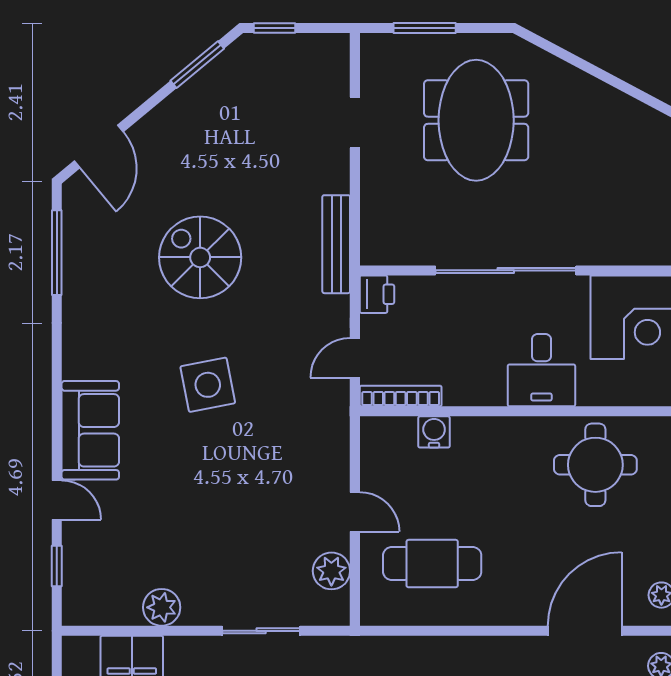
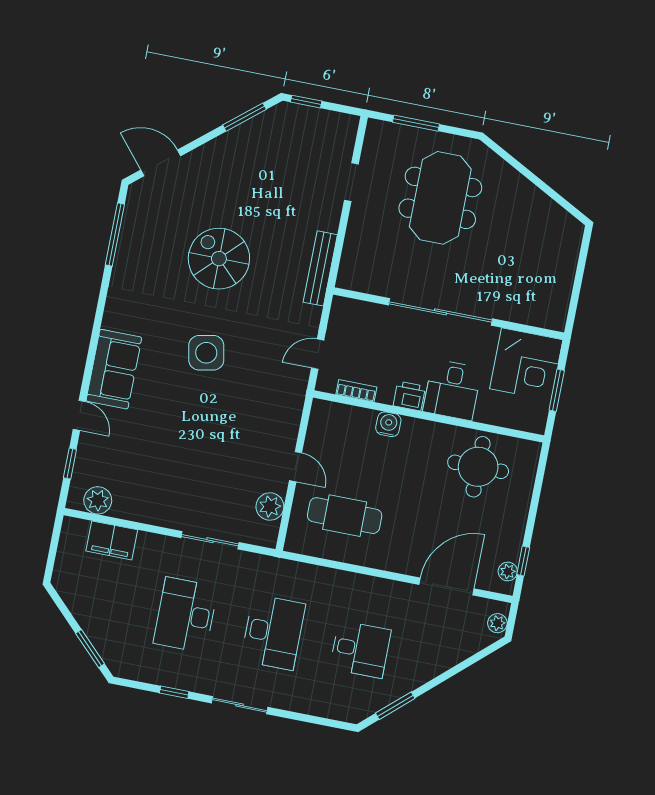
door: (99, 146) -> (161, 163), swing flipped
printer: (377, 294) -> (409, 396), moved, turned -90
bookcase: (401, 396) -> (356, 391), width x0.64
water cooler: (434, 432) -> (388, 424), moved
plant: (162, 607) -> (98, 500), moved

